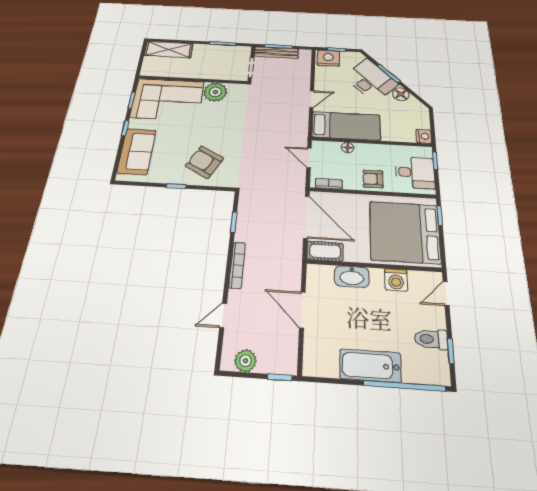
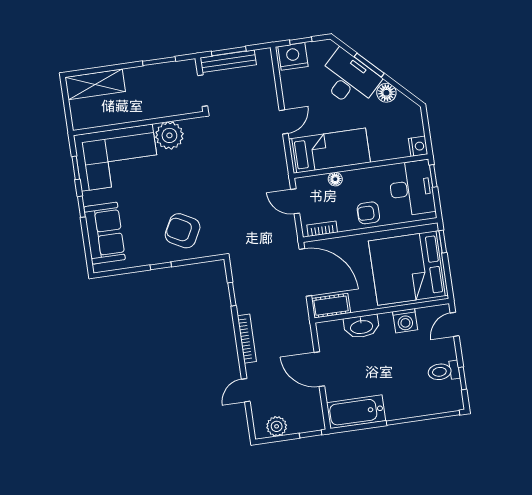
desk: (415, 172) -> (412, 188), width x1.37
bathtub: (370, 366) -> (356, 412), moved

